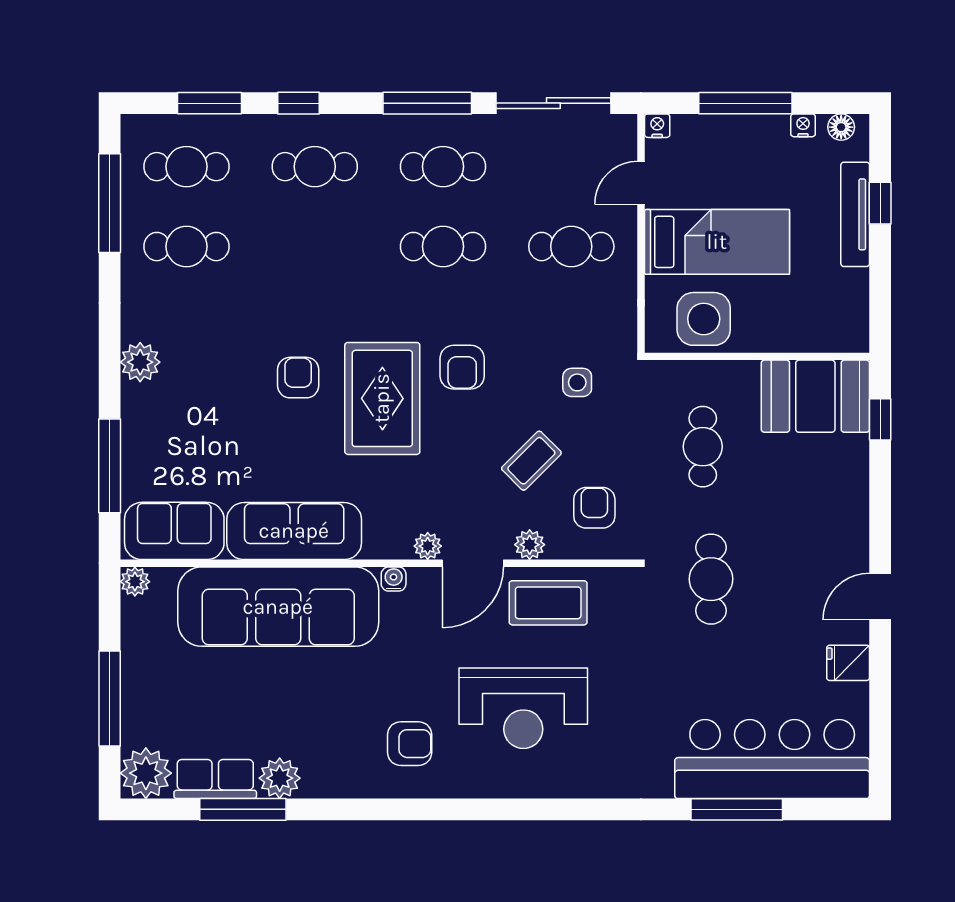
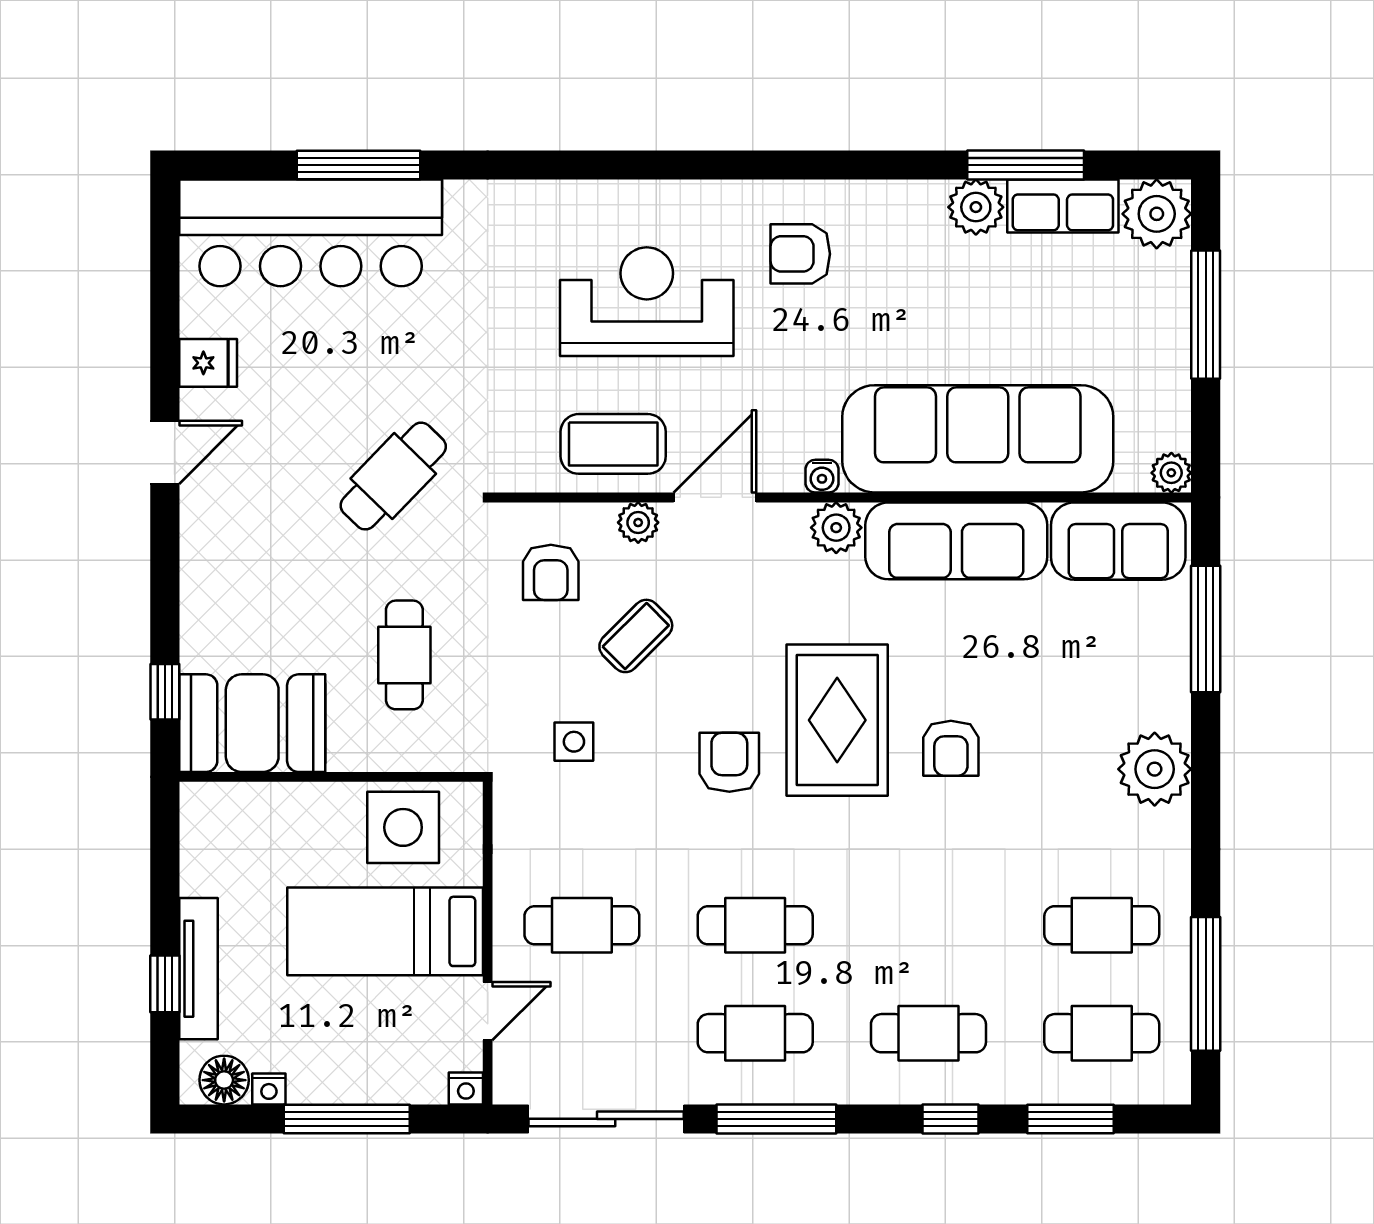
floor lamp: (841, 127) -> (224, 1080), width x1.37, depth x1.37
plant: (140, 362) -> (1155, 769), width x1.36, depth x1.36
plant: (428, 546) -> (836, 528), moved, width x1.38, depth x1.38
cafe table: (711, 579) -> (393, 476), turned 44

